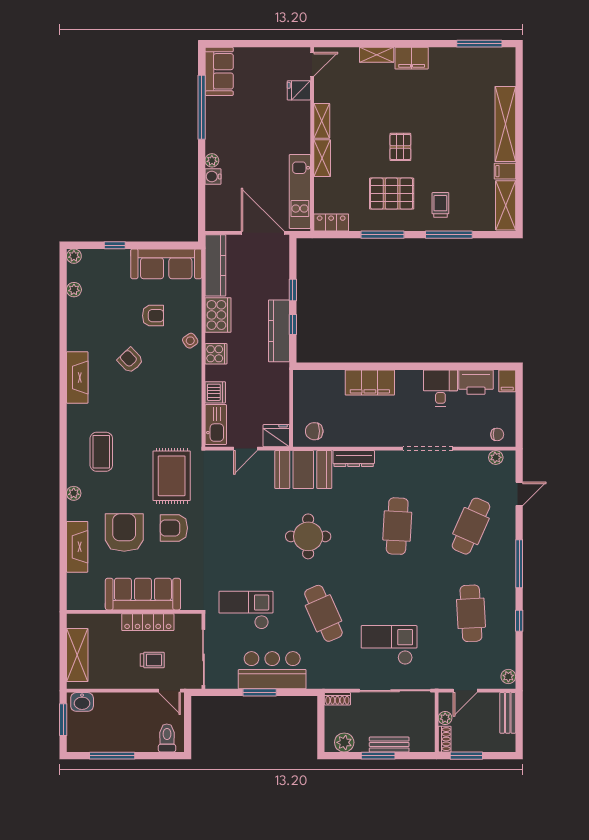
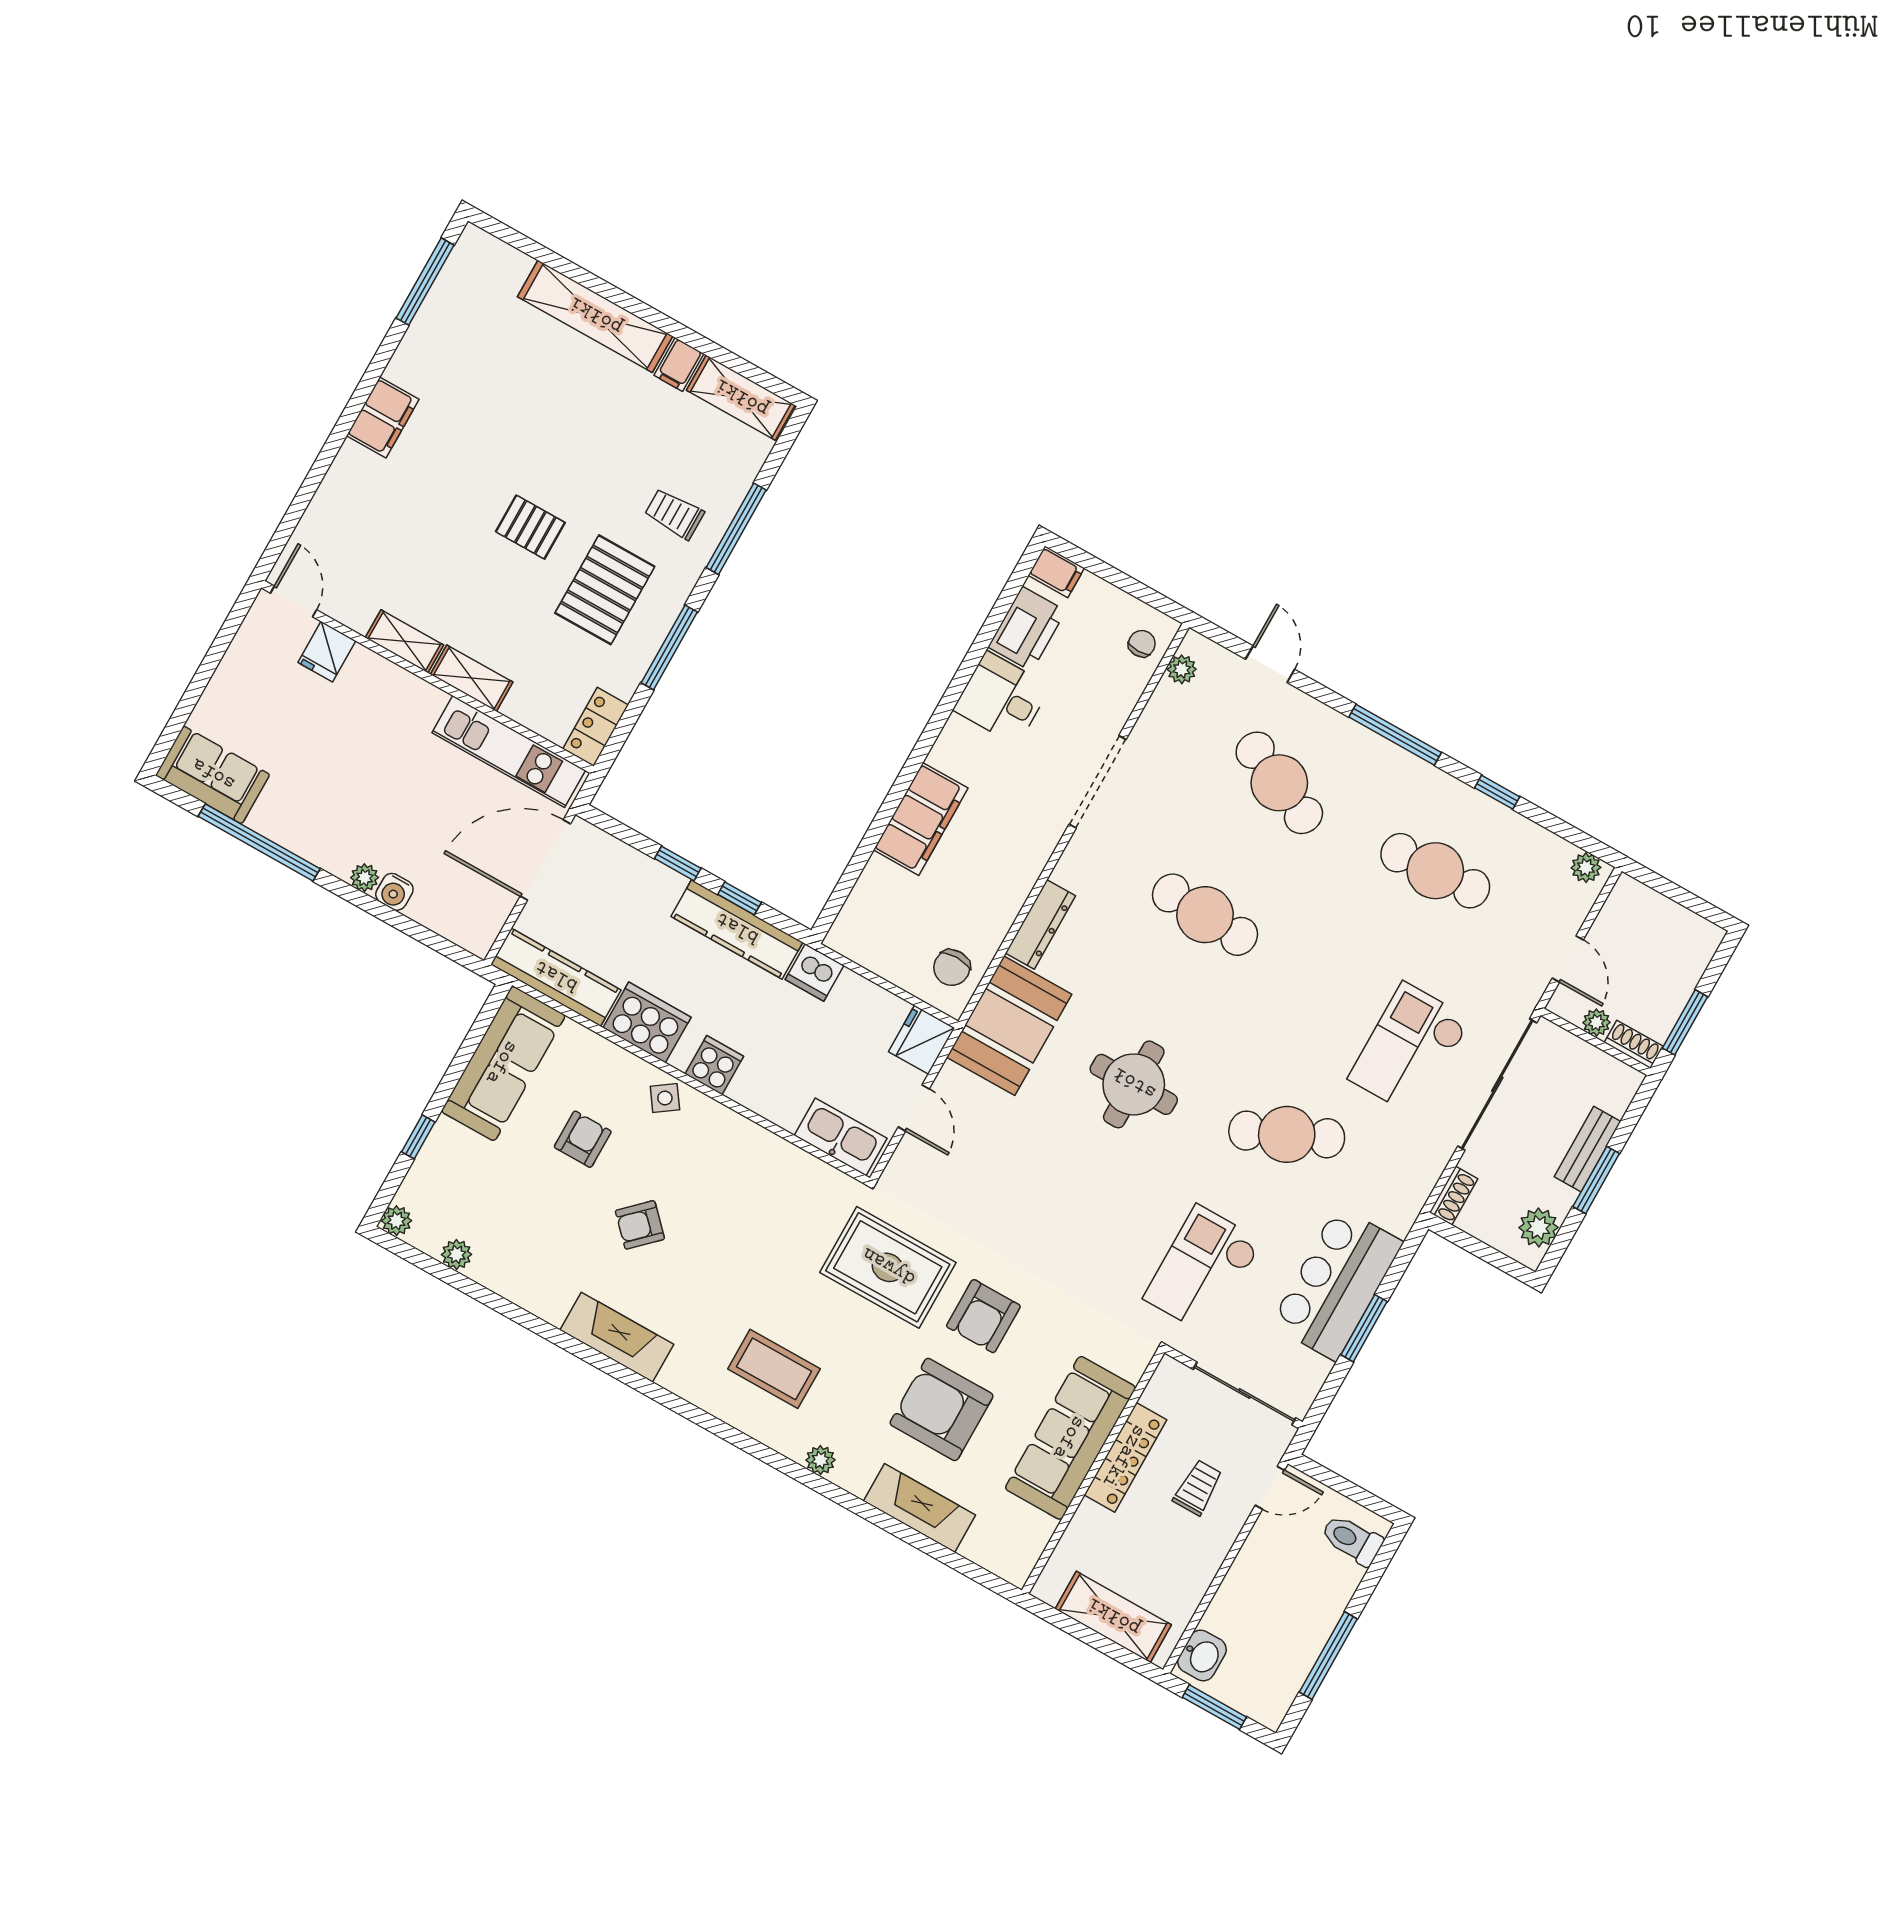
shelving: (377, 55) -> (341, 477), removed
dishwasher: (215, 392) -> (814, 973), moved, turned 180
bench: (508, 713) -> (1650, 905), removed

